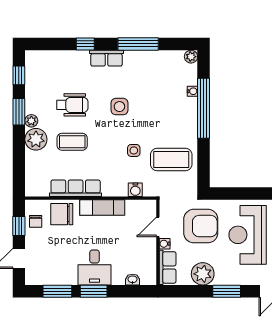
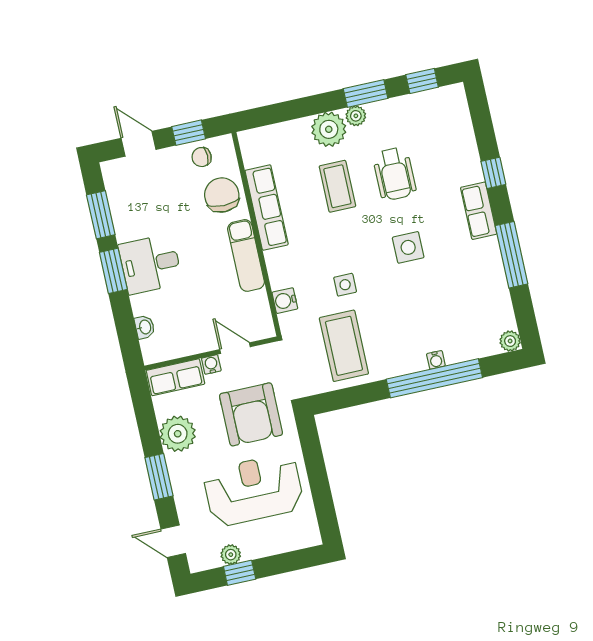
water cooler: (192, 91) -> (436, 360), moved

